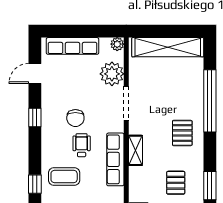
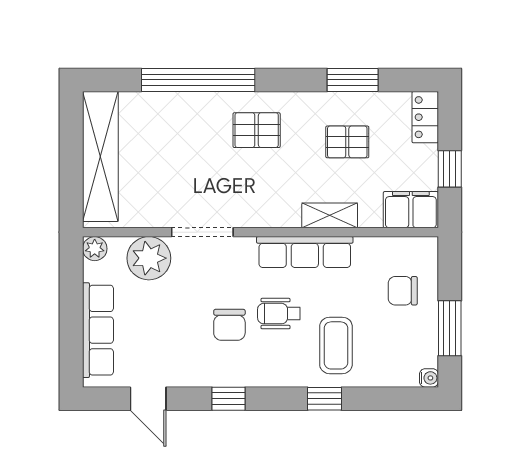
chair: (75, 118) -> (229, 325), turned 90
shelving: (135, 150) -> (330, 215), moved
window: (35, 184) -> (325, 399), moved

